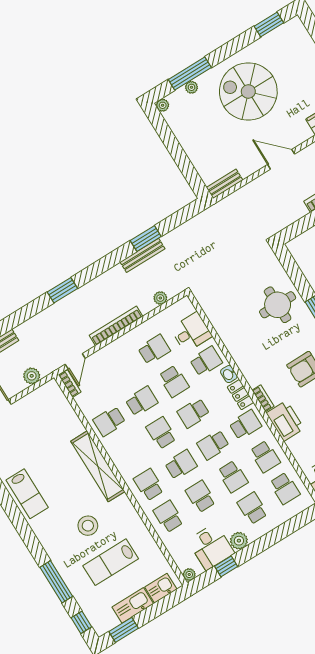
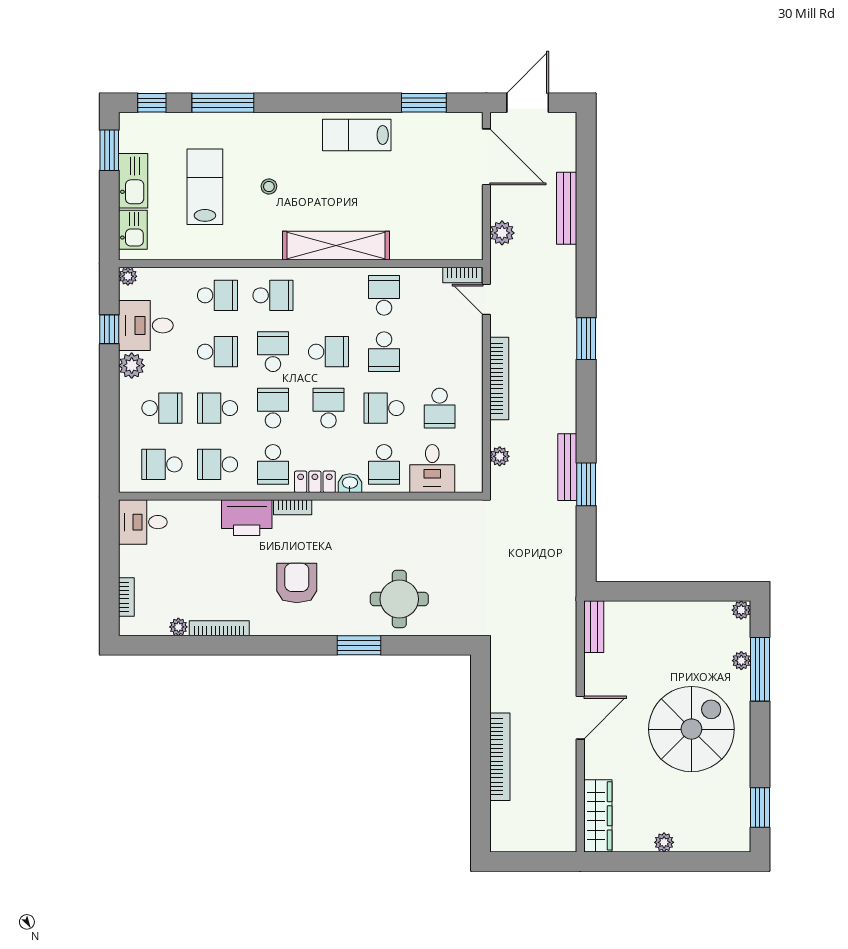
school desk: (181, 465) -> (273, 352), turned 180
stool: (88, 526) -> (269, 187), width x0.53, depth x0.53

